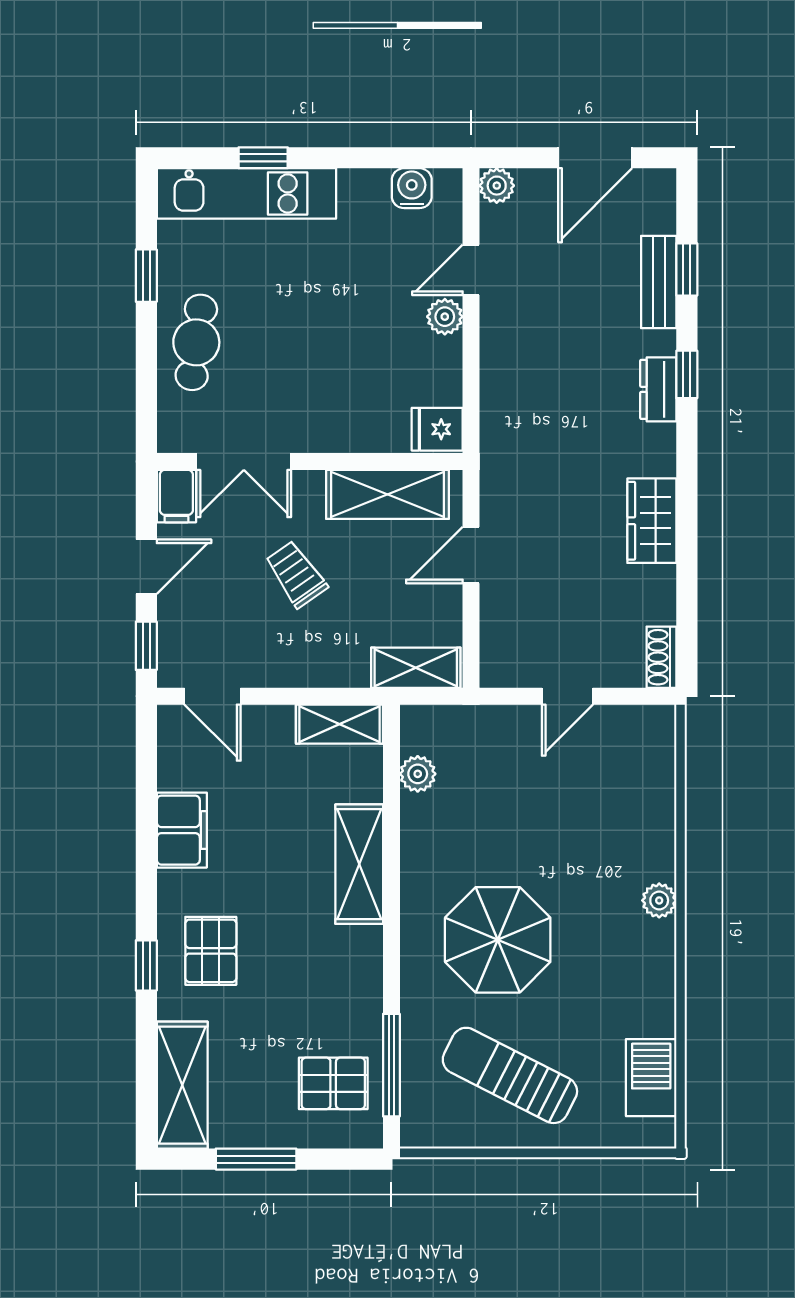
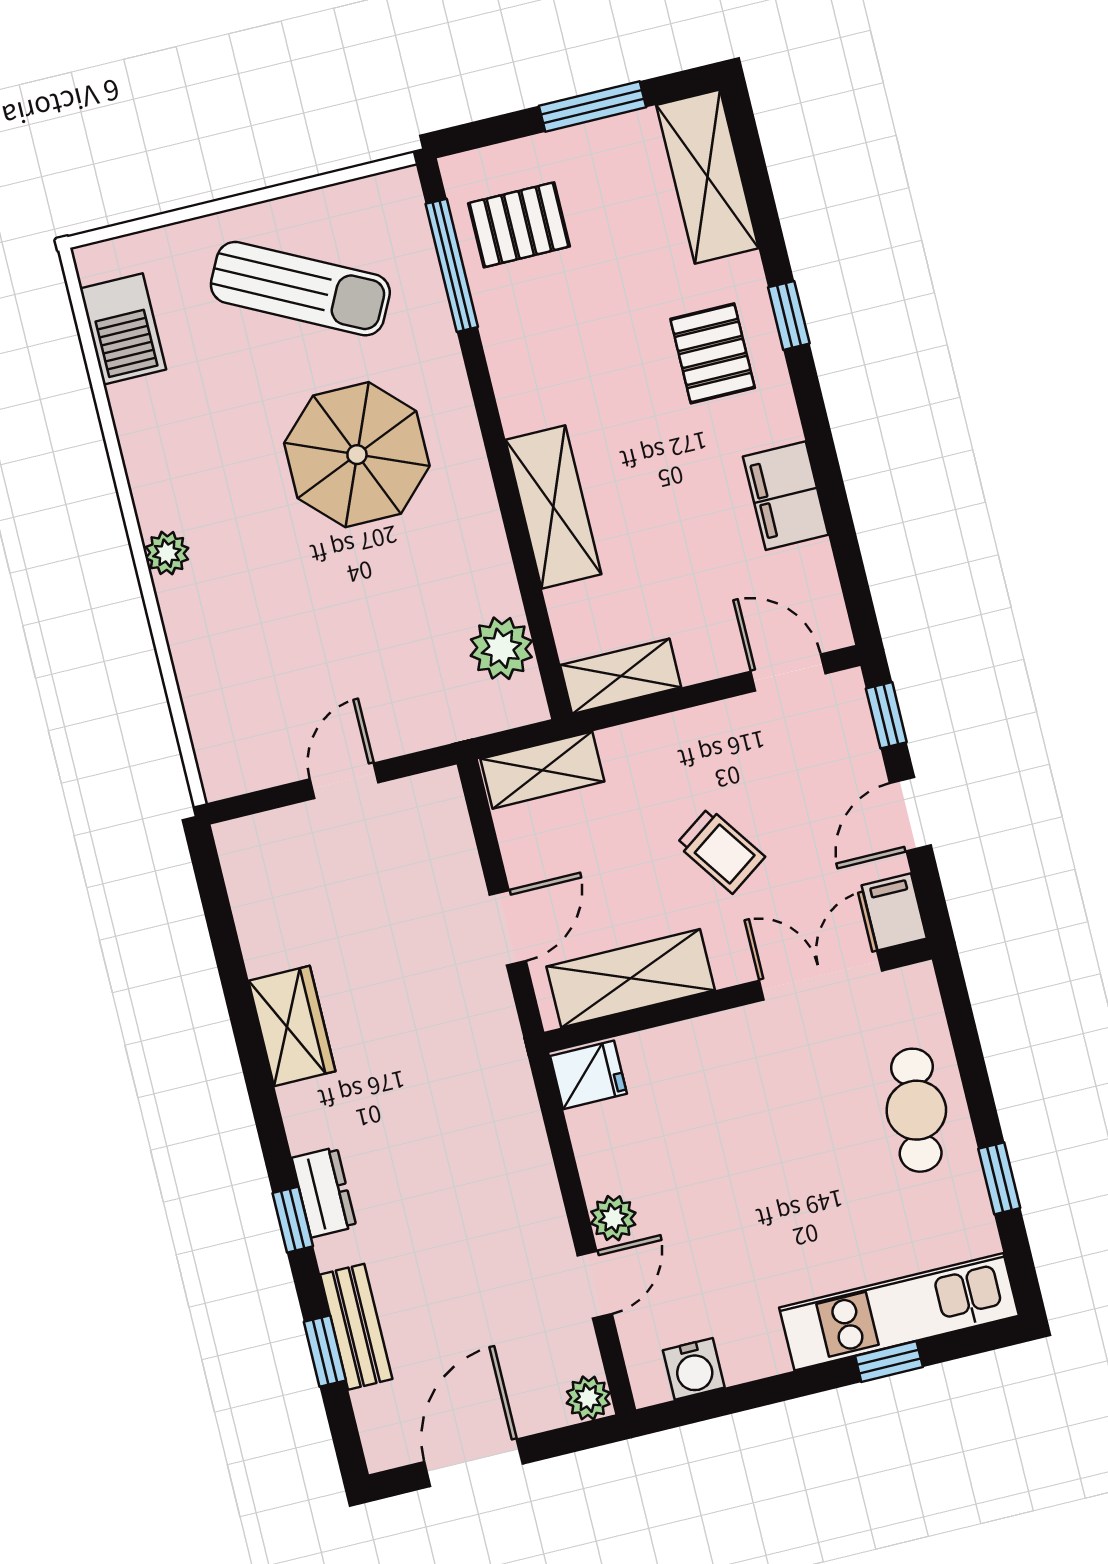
shoe rack: (661, 657) -> (238, 858), removed
plant: (418, 774) -> (501, 648), width x1.38, depth x1.38

